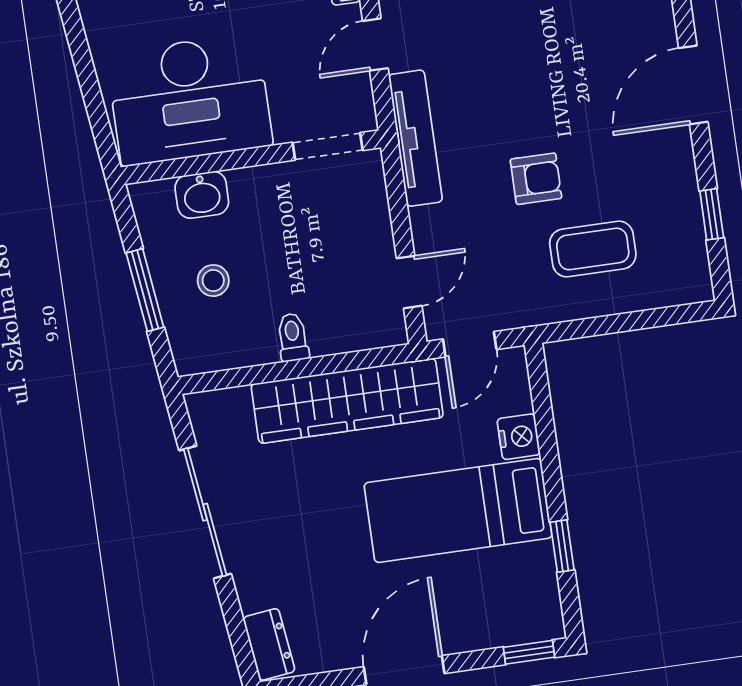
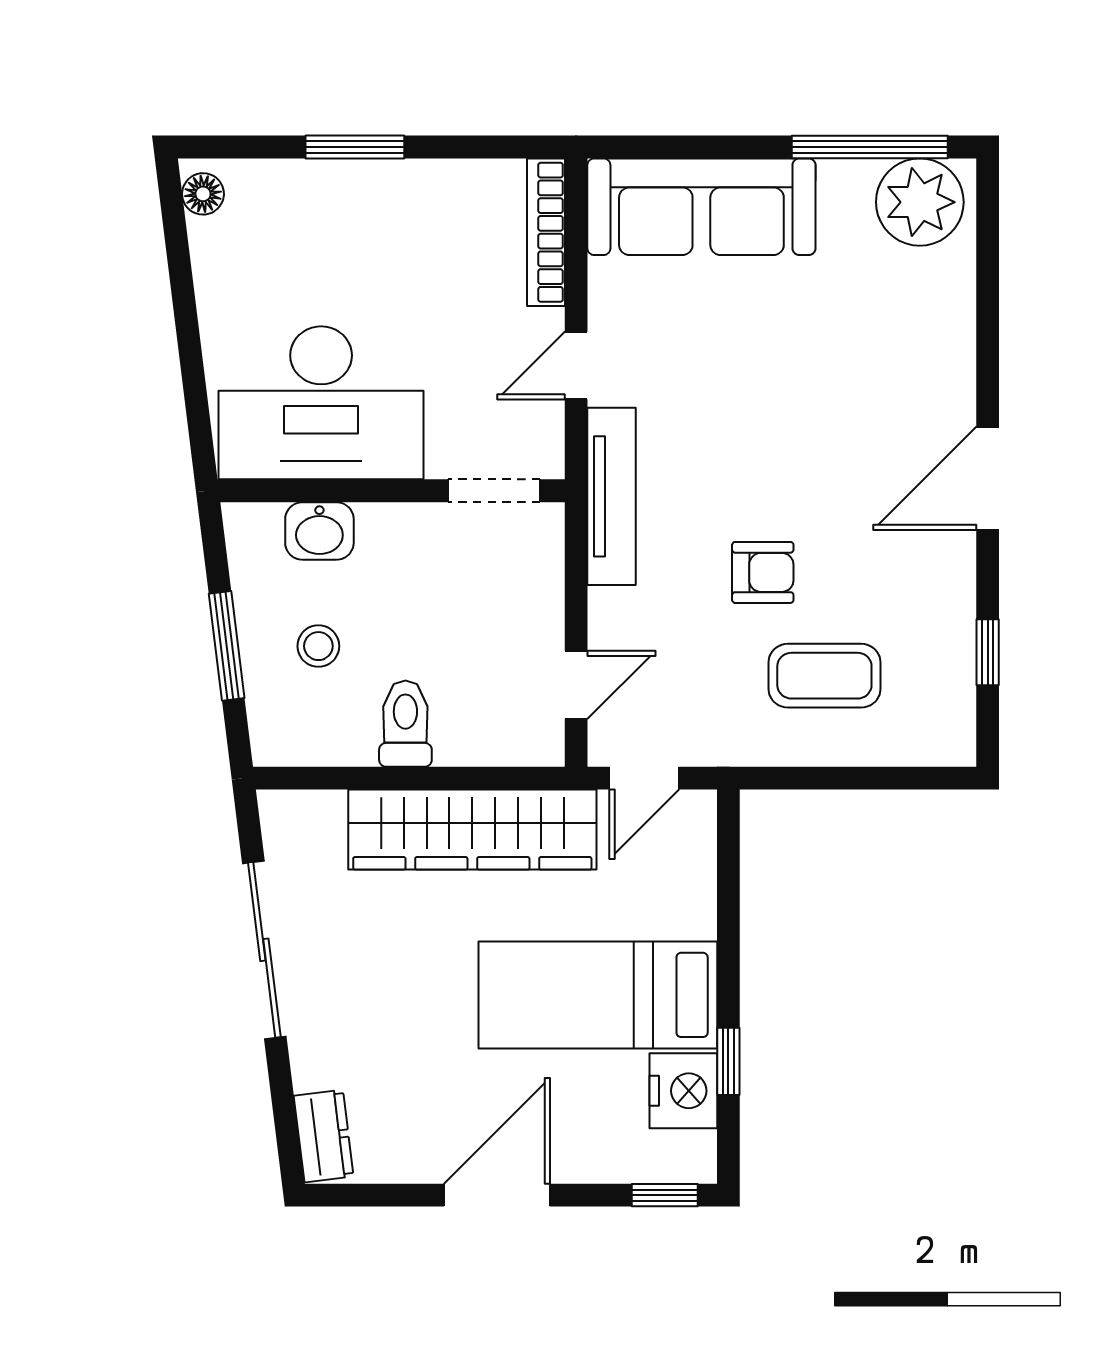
toilet: (293, 337) -> (405, 724), width x1.37, depth x1.39
nightstand: (519, 437) -> (683, 1091), moved, width x1.36, depth x1.33

